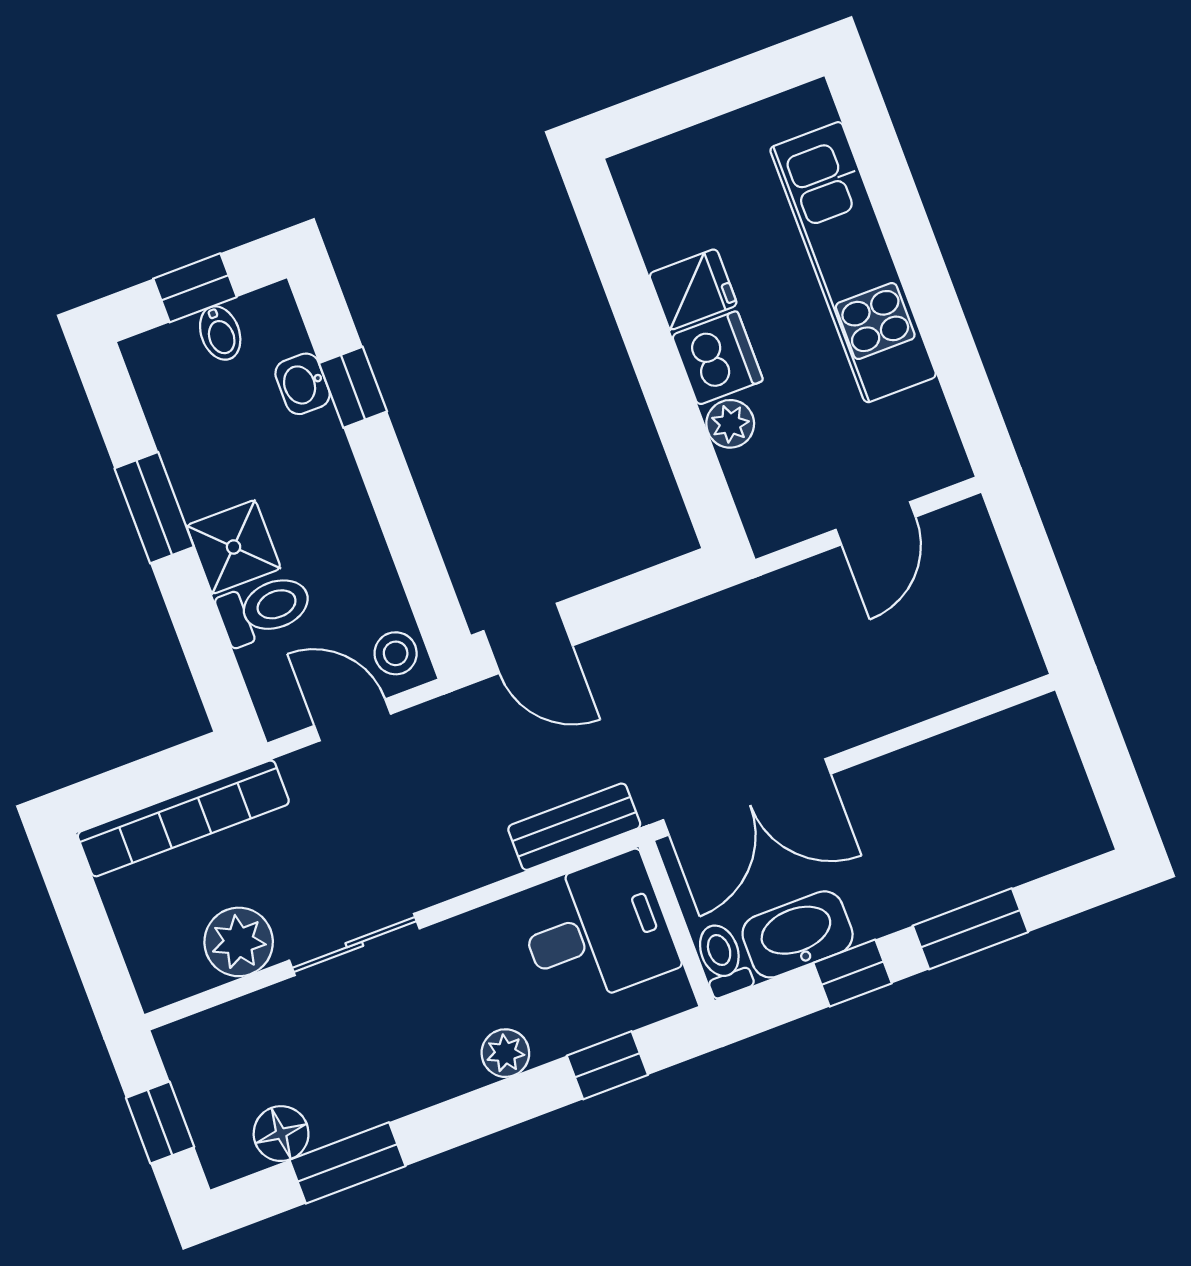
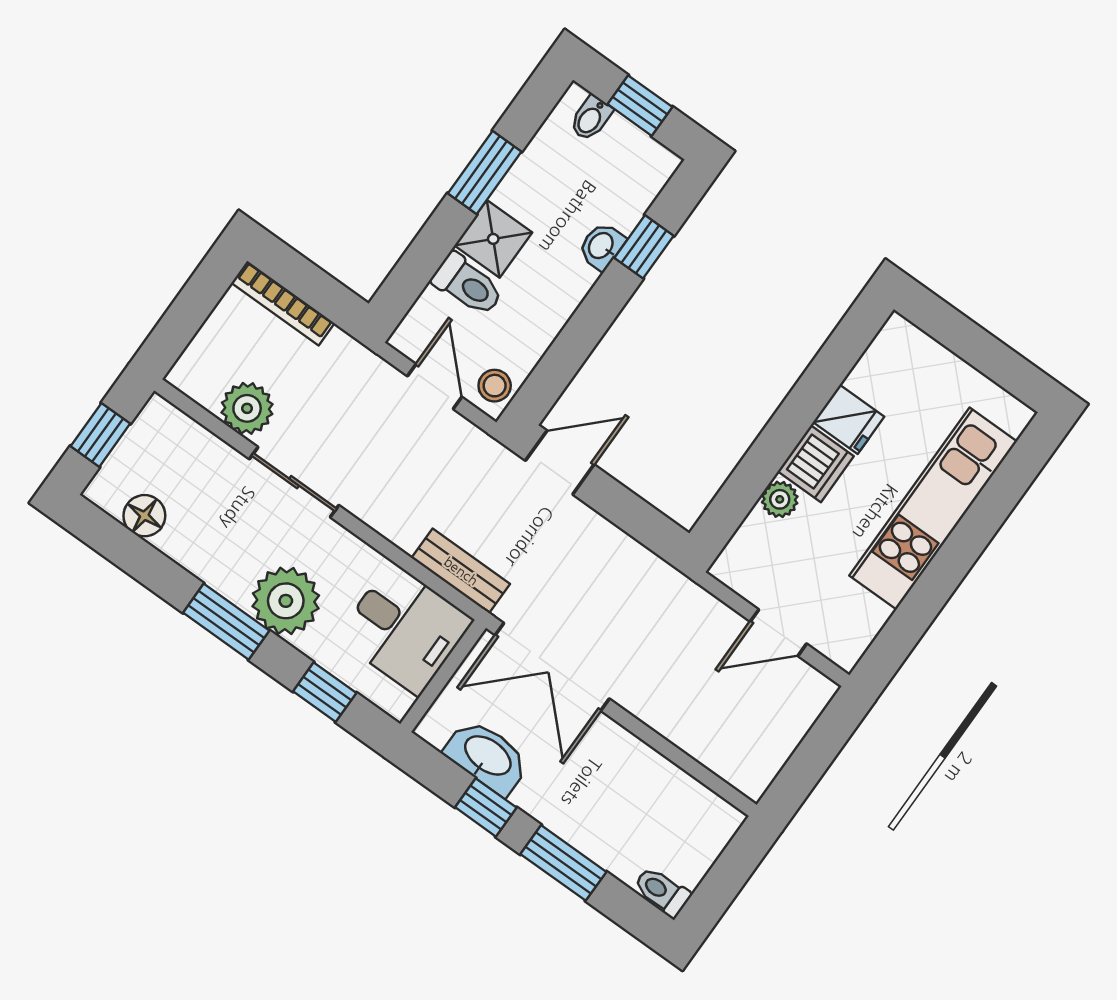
bidet: (220, 333) -> (591, 118), moved
washbasin: (303, 384) -> (602, 246), moved
door: (528, 638) -> (560, 462), swing flipped
bookcase: (183, 818) -> (283, 303), width x0.68, depth x0.76
toilet: (723, 959) -> (662, 892), moved, turned -90
plant: (505, 1053) -> (286, 601), width x1.87, depth x1.87
window: (348, 1163) -> (226, 622), moved

